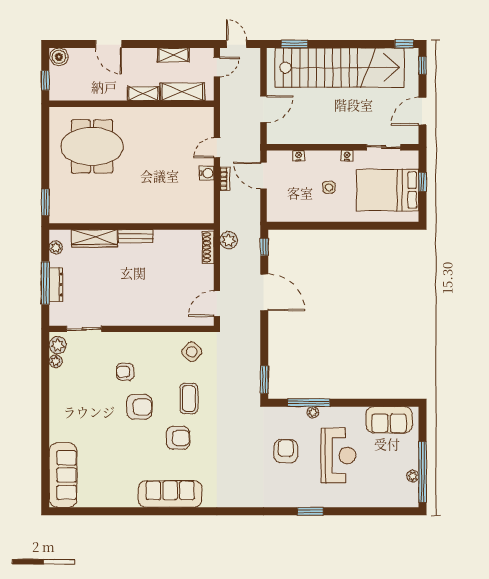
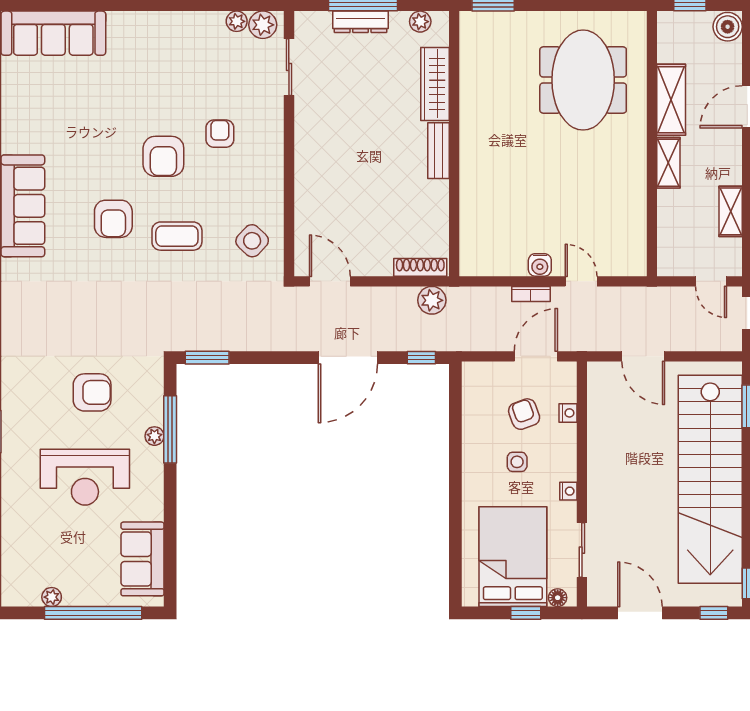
shelving: (182, 92) -> (671, 100), moved
floor lamp: (413, 162) -> (558, 598), added
armchair: (299, 183) -> (524, 414), added
window: (423, 472) -> (93, 613), moved

